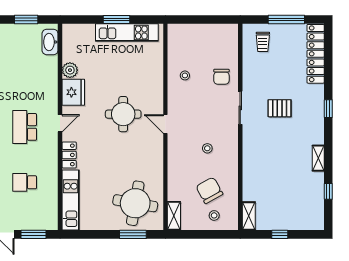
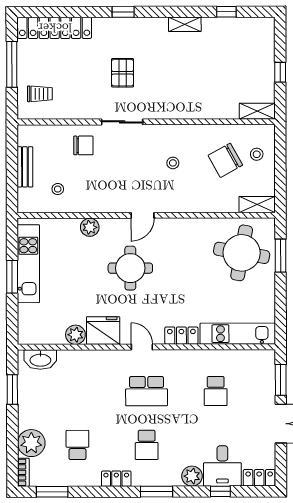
bench: (204, 30) -> (25, 167), added
stool: (185, 75) -> (58, 189), moved
plant: (156, 82) -> (90, 227), added

